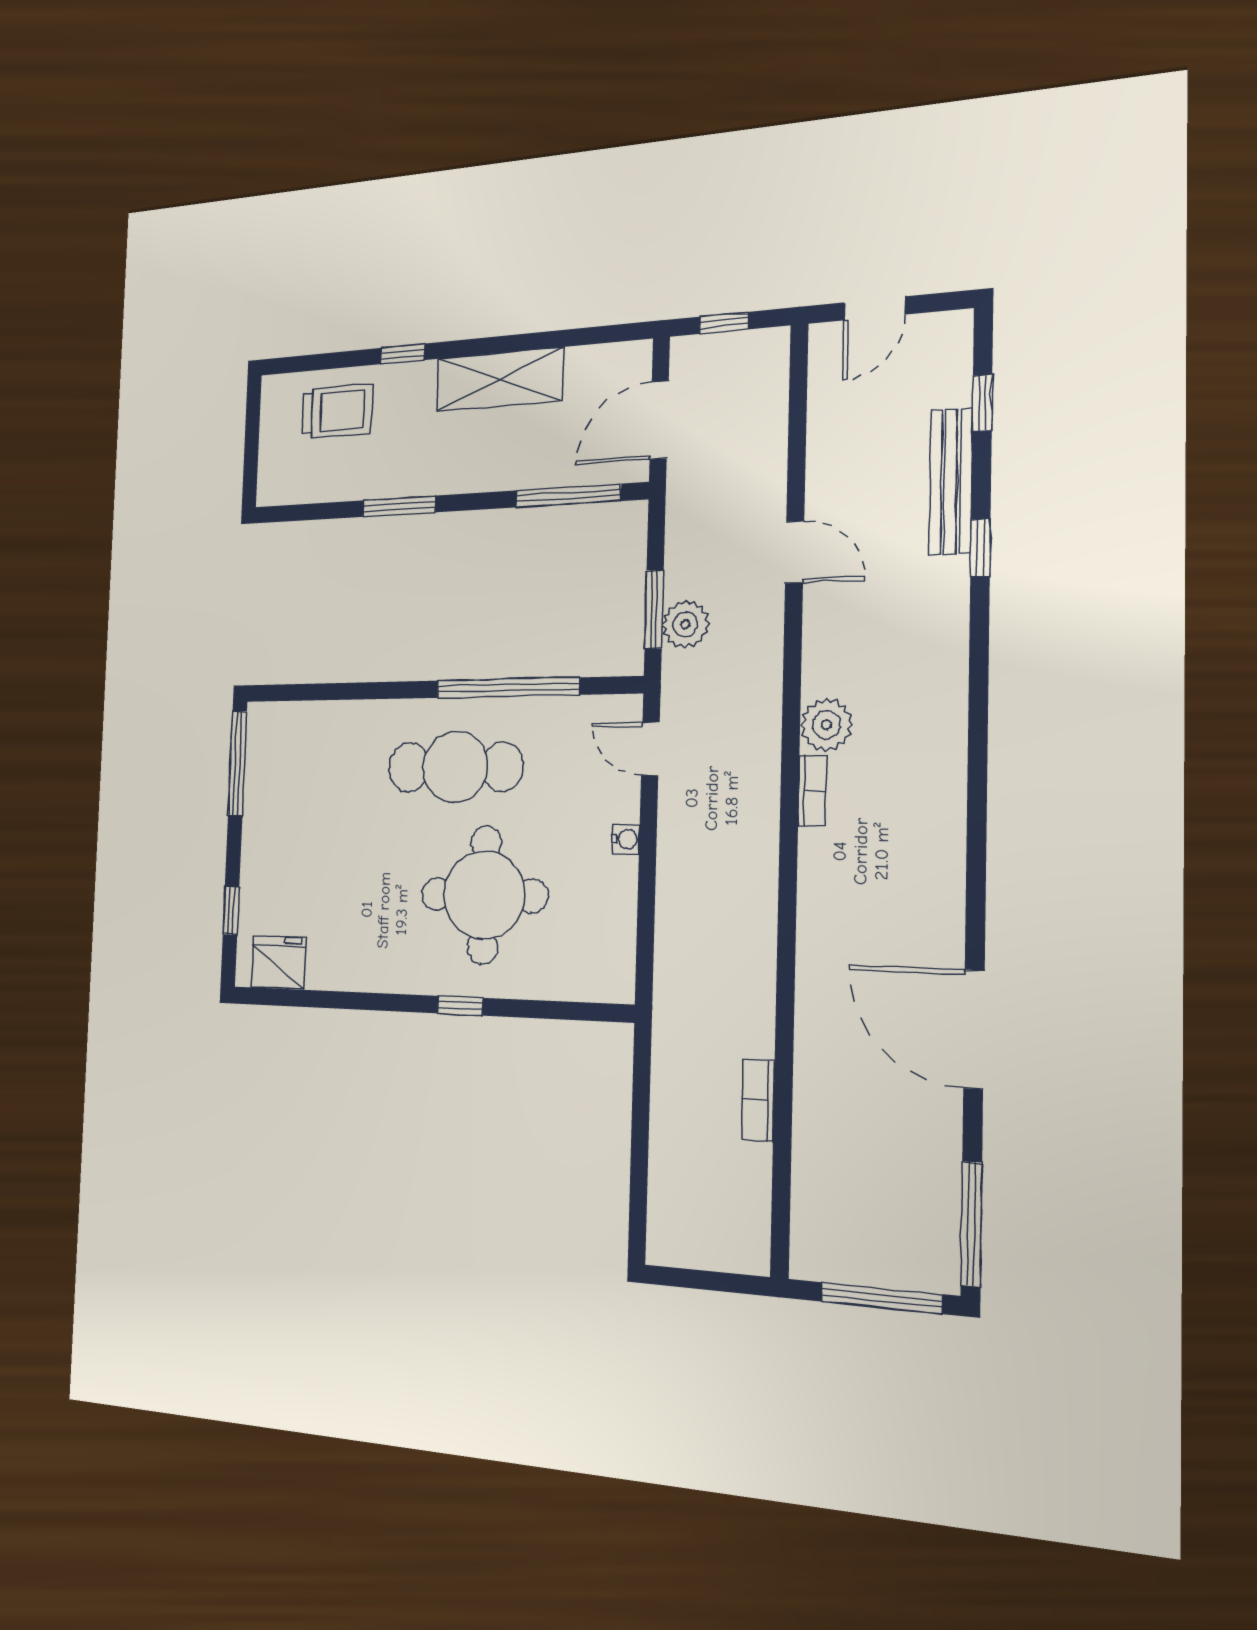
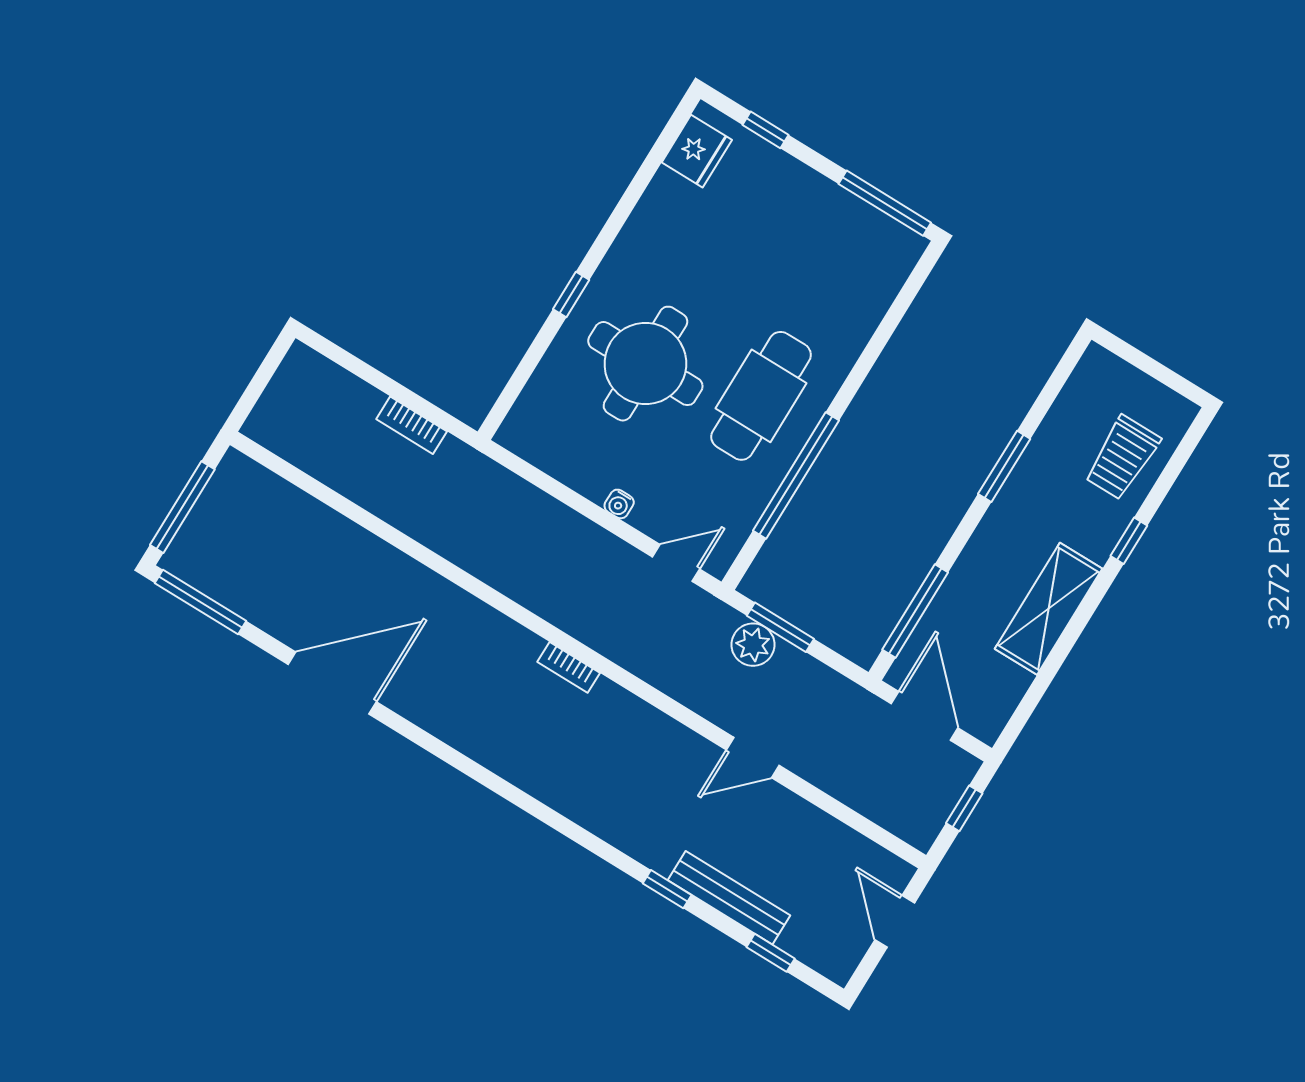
plant: (826, 725) -> (610, 706), removed
bookcase: (758, 1100) -> (412, 425), moved, turned 180

